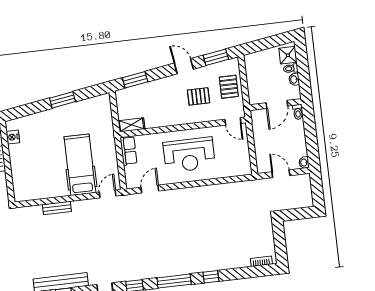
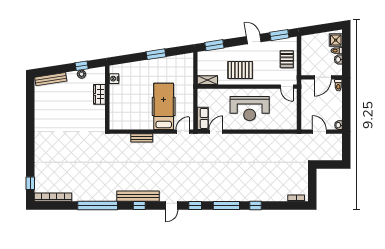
pallet: (199, 96) -> (240, 70), moved, width x1.50, depth x1.42
row of seats: (129, 151) -> (203, 118), moved

